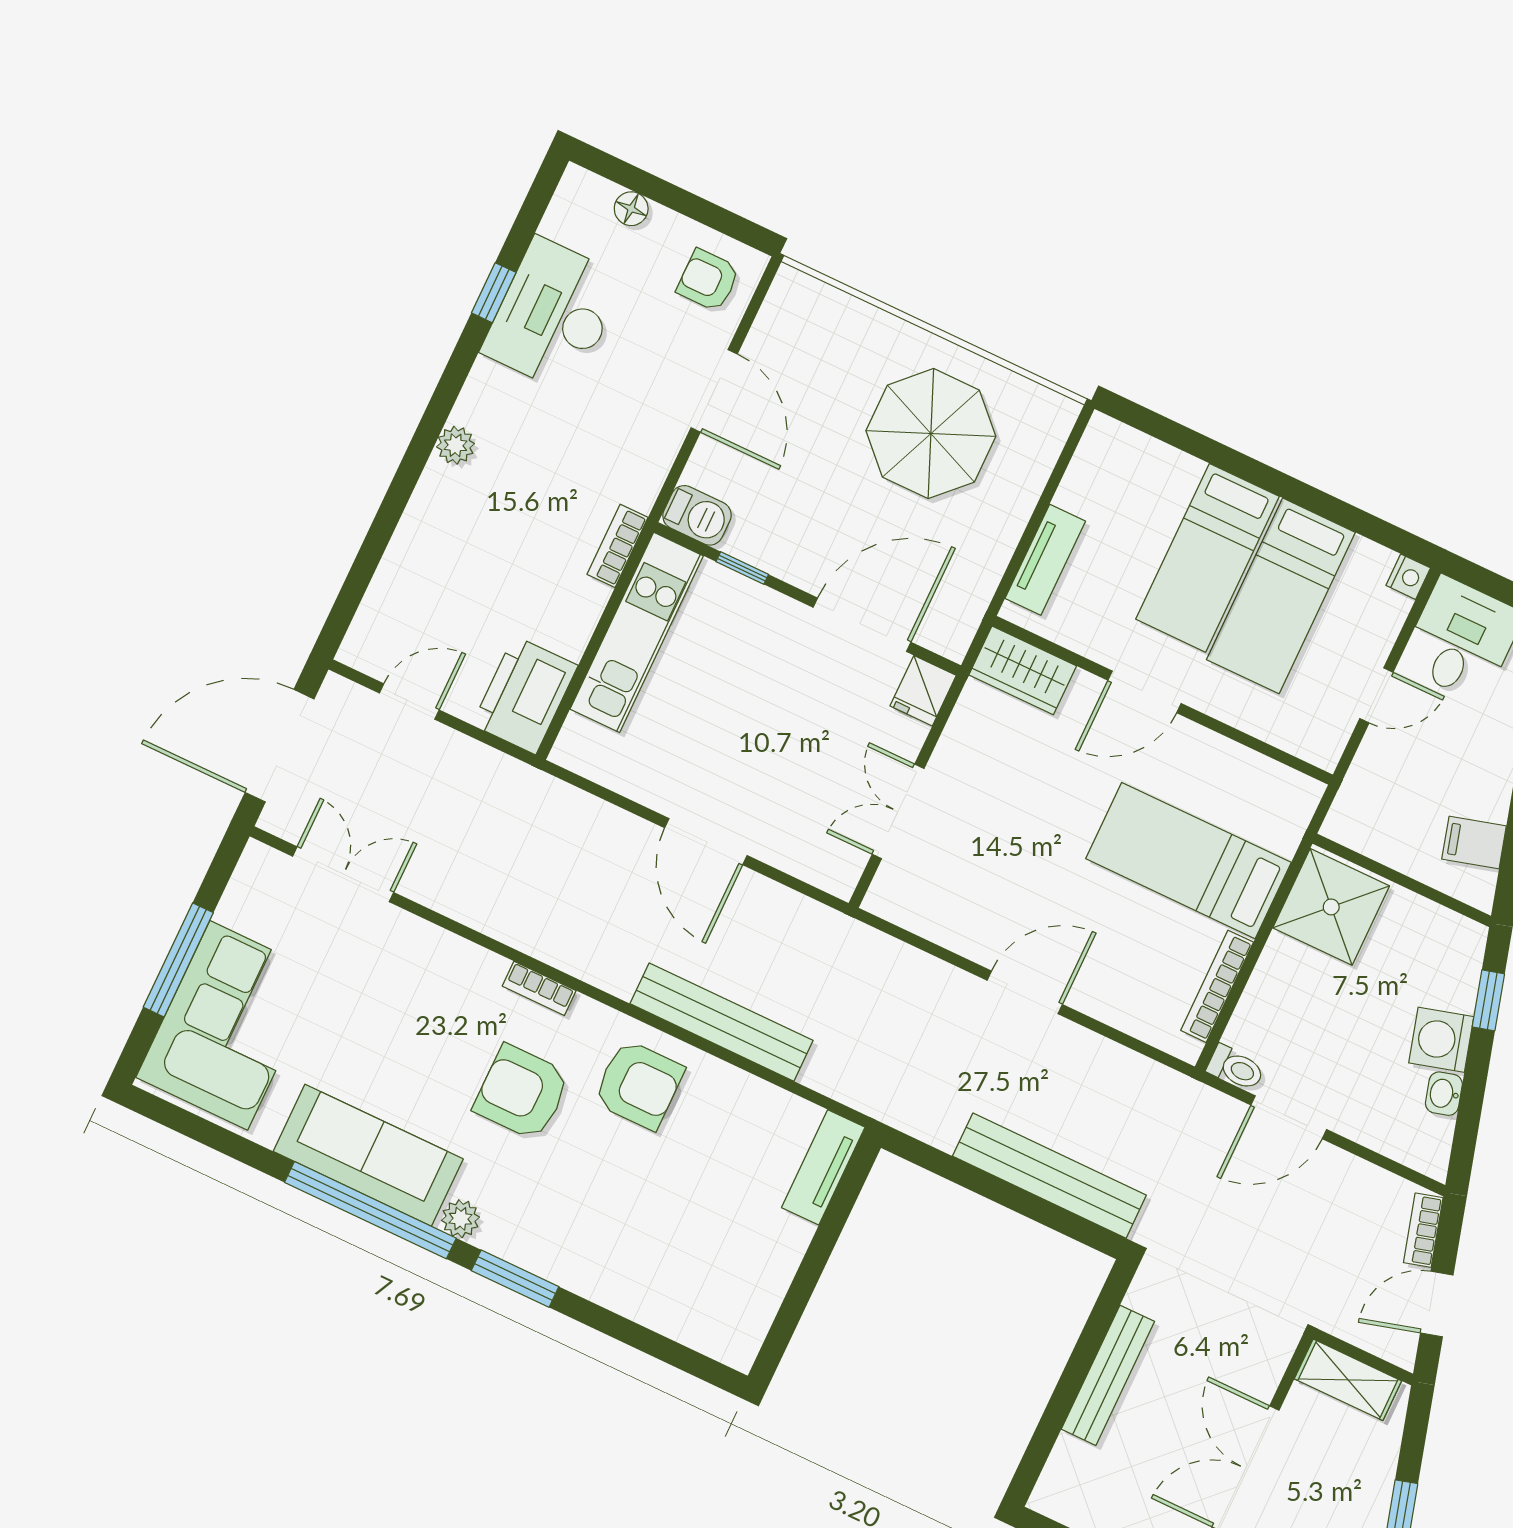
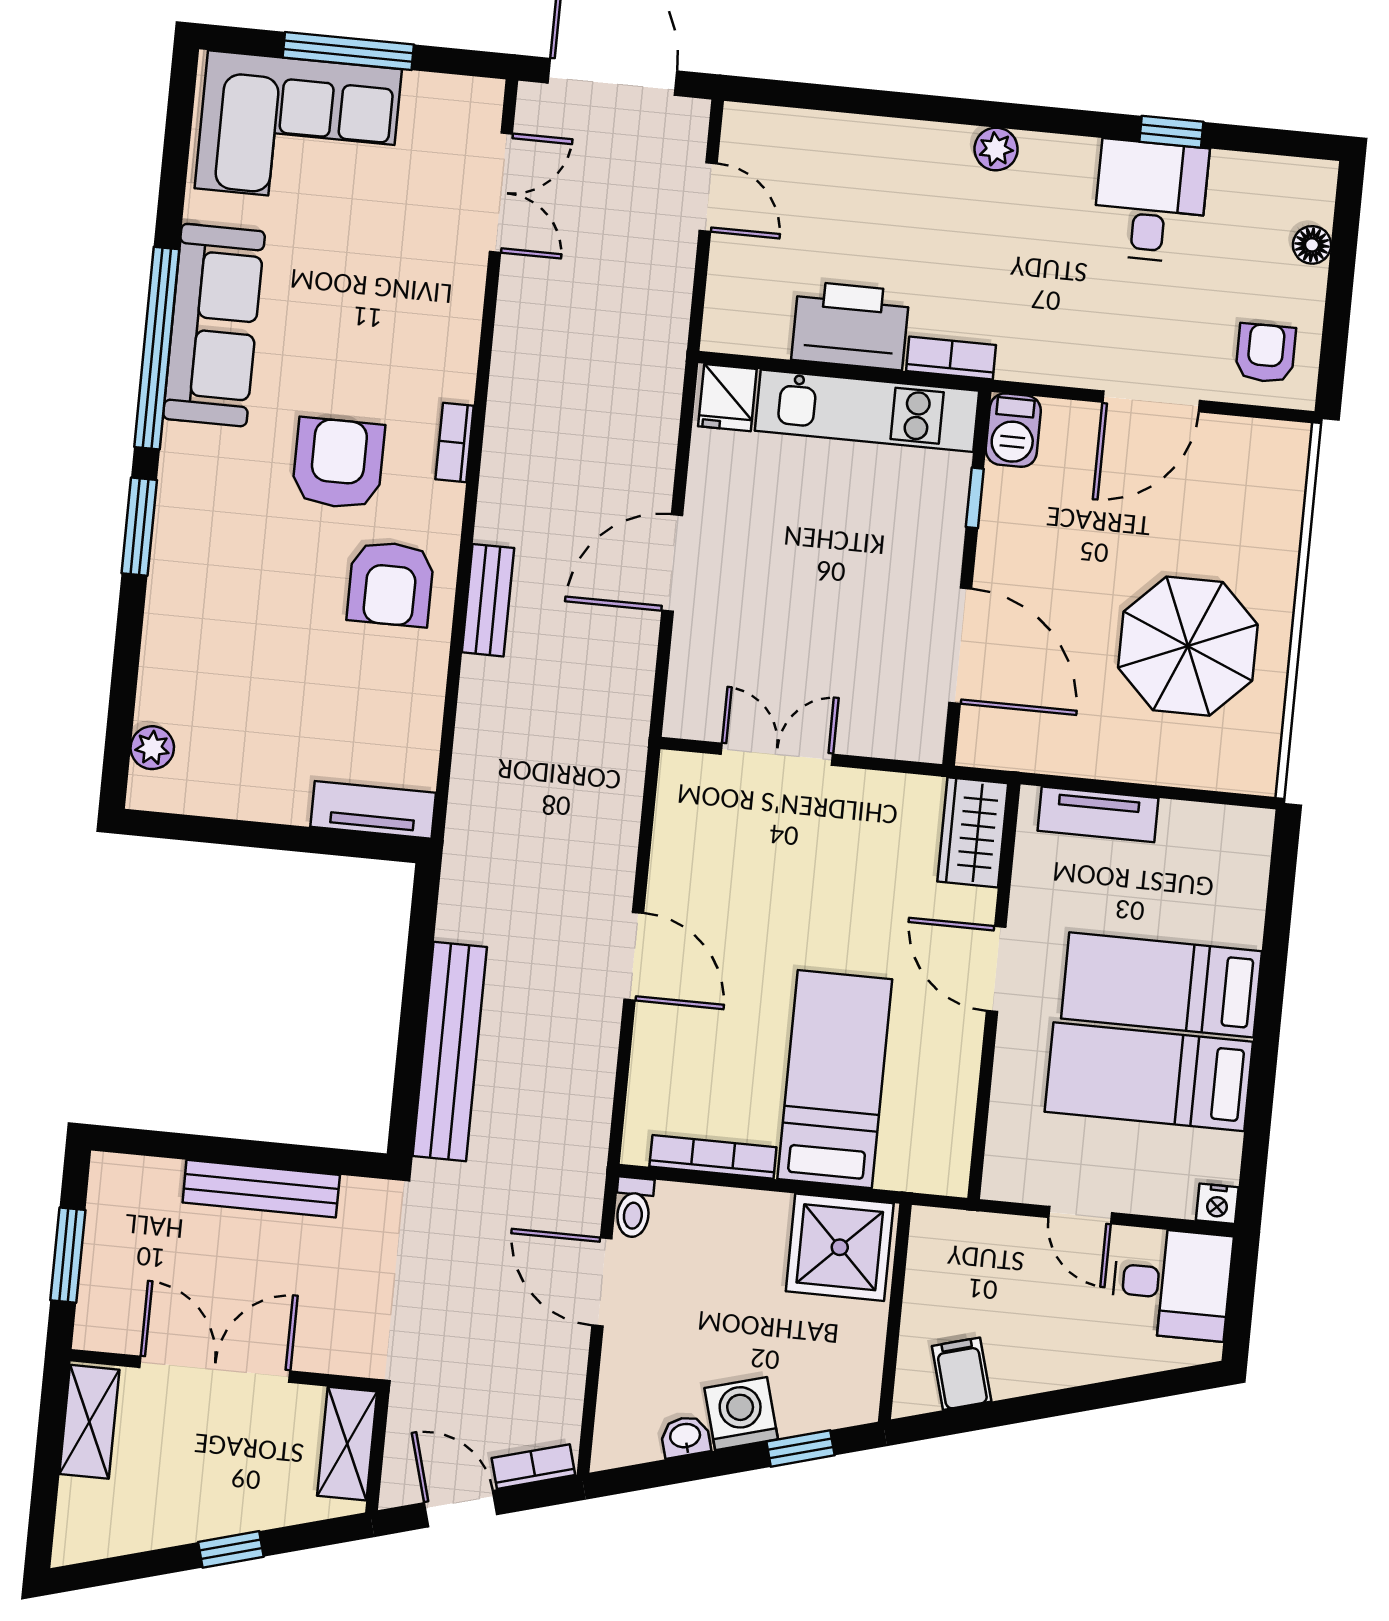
desk: (553, 315) -> (1150, 201), width x0.73
fridge: (923, 691) -> (727, 398), moved, turned -90
printer: (525, 695) -> (850, 325), moved
bench: (722, 1022) -> (488, 600), width x0.54, depth x0.82
plant: (460, 1219) -> (152, 748), moved

